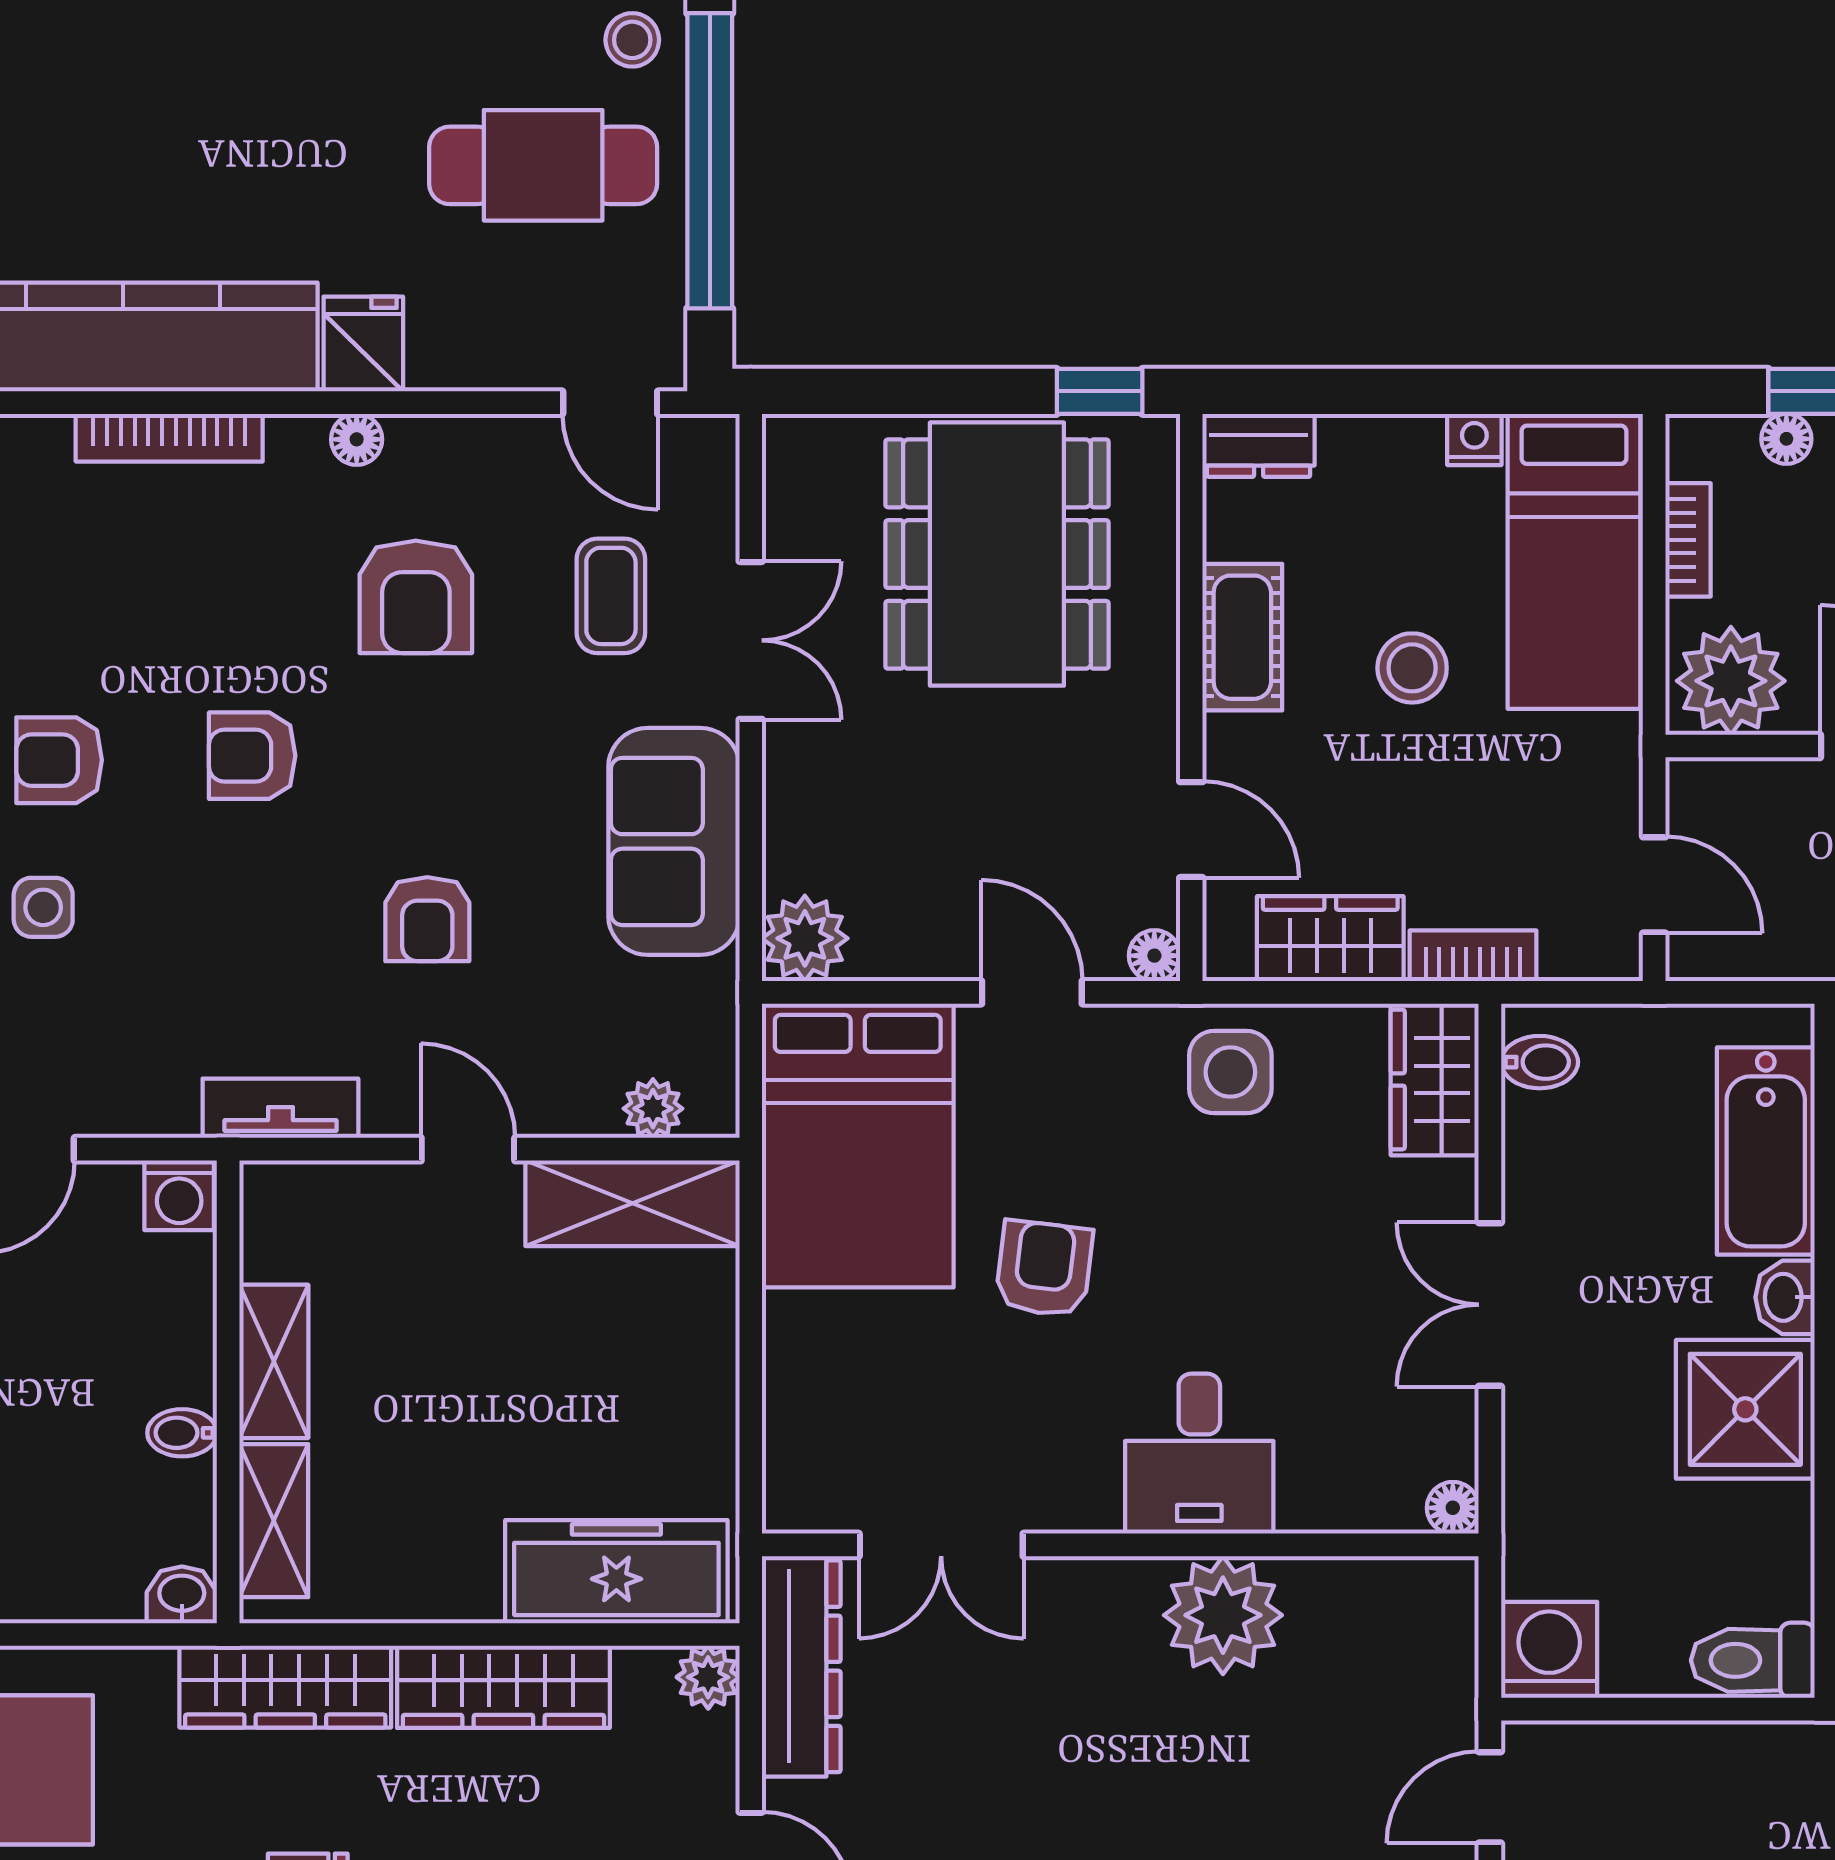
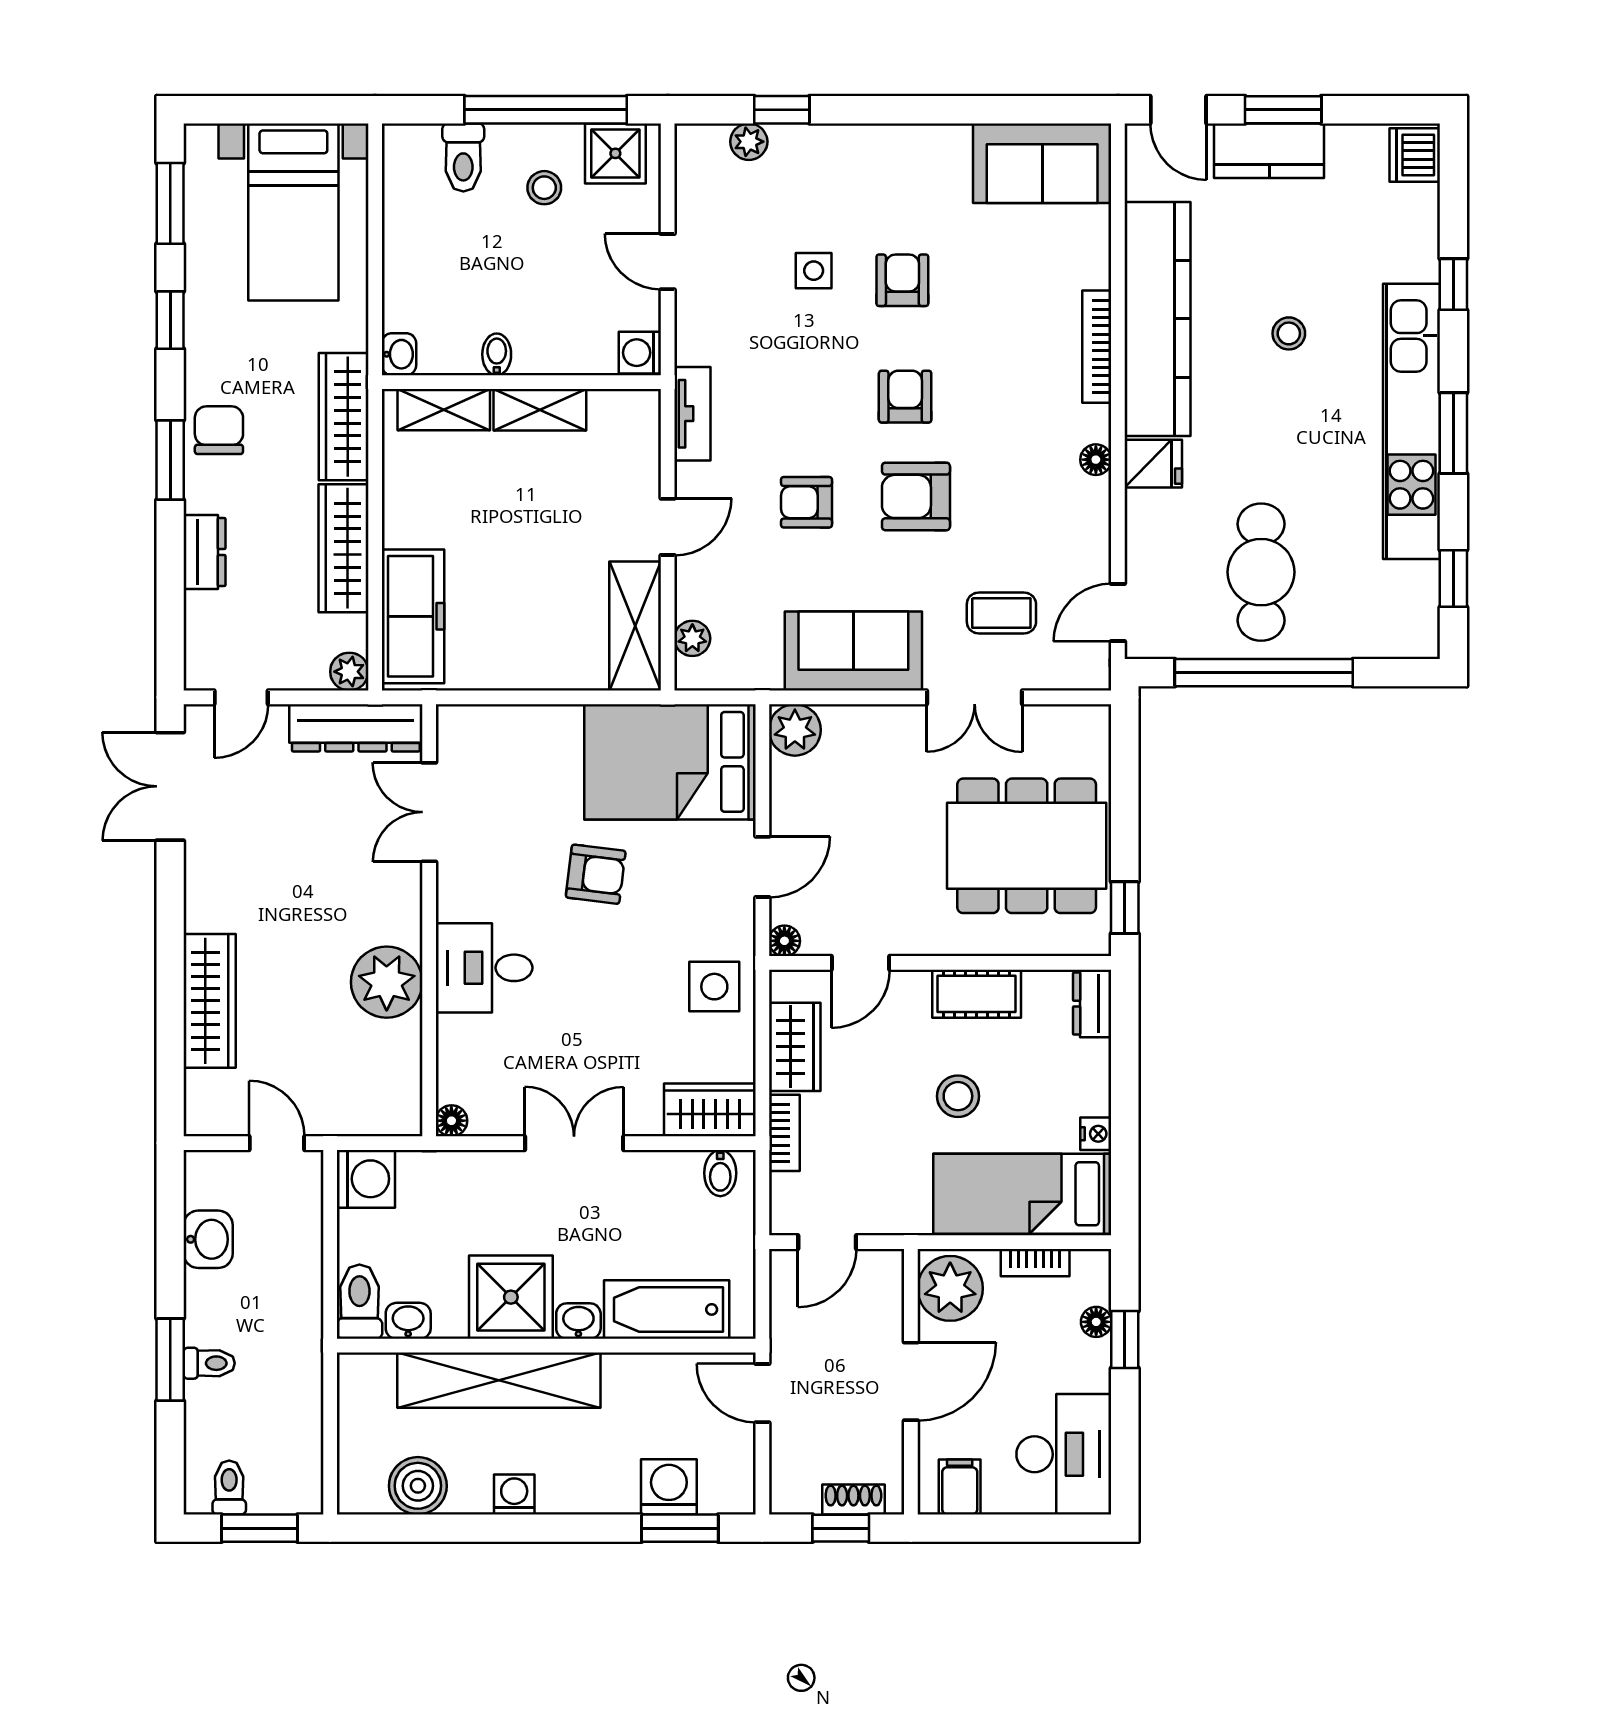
stool: (632, 40) -> (1289, 333), moved
armchair: (416, 597) -> (916, 496), moved
washbasin: (1785, 1580) -> (408, 1321), added

